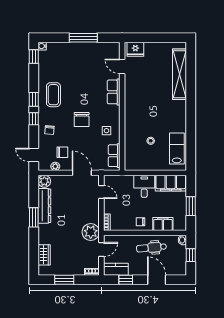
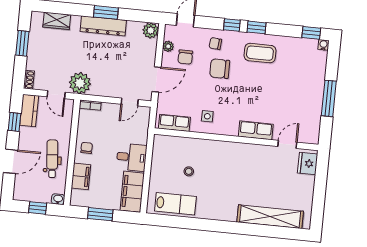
chair: (82, 120) -> (220, 69), moved
dresser: (44, 206) -> (103, 26), moved

